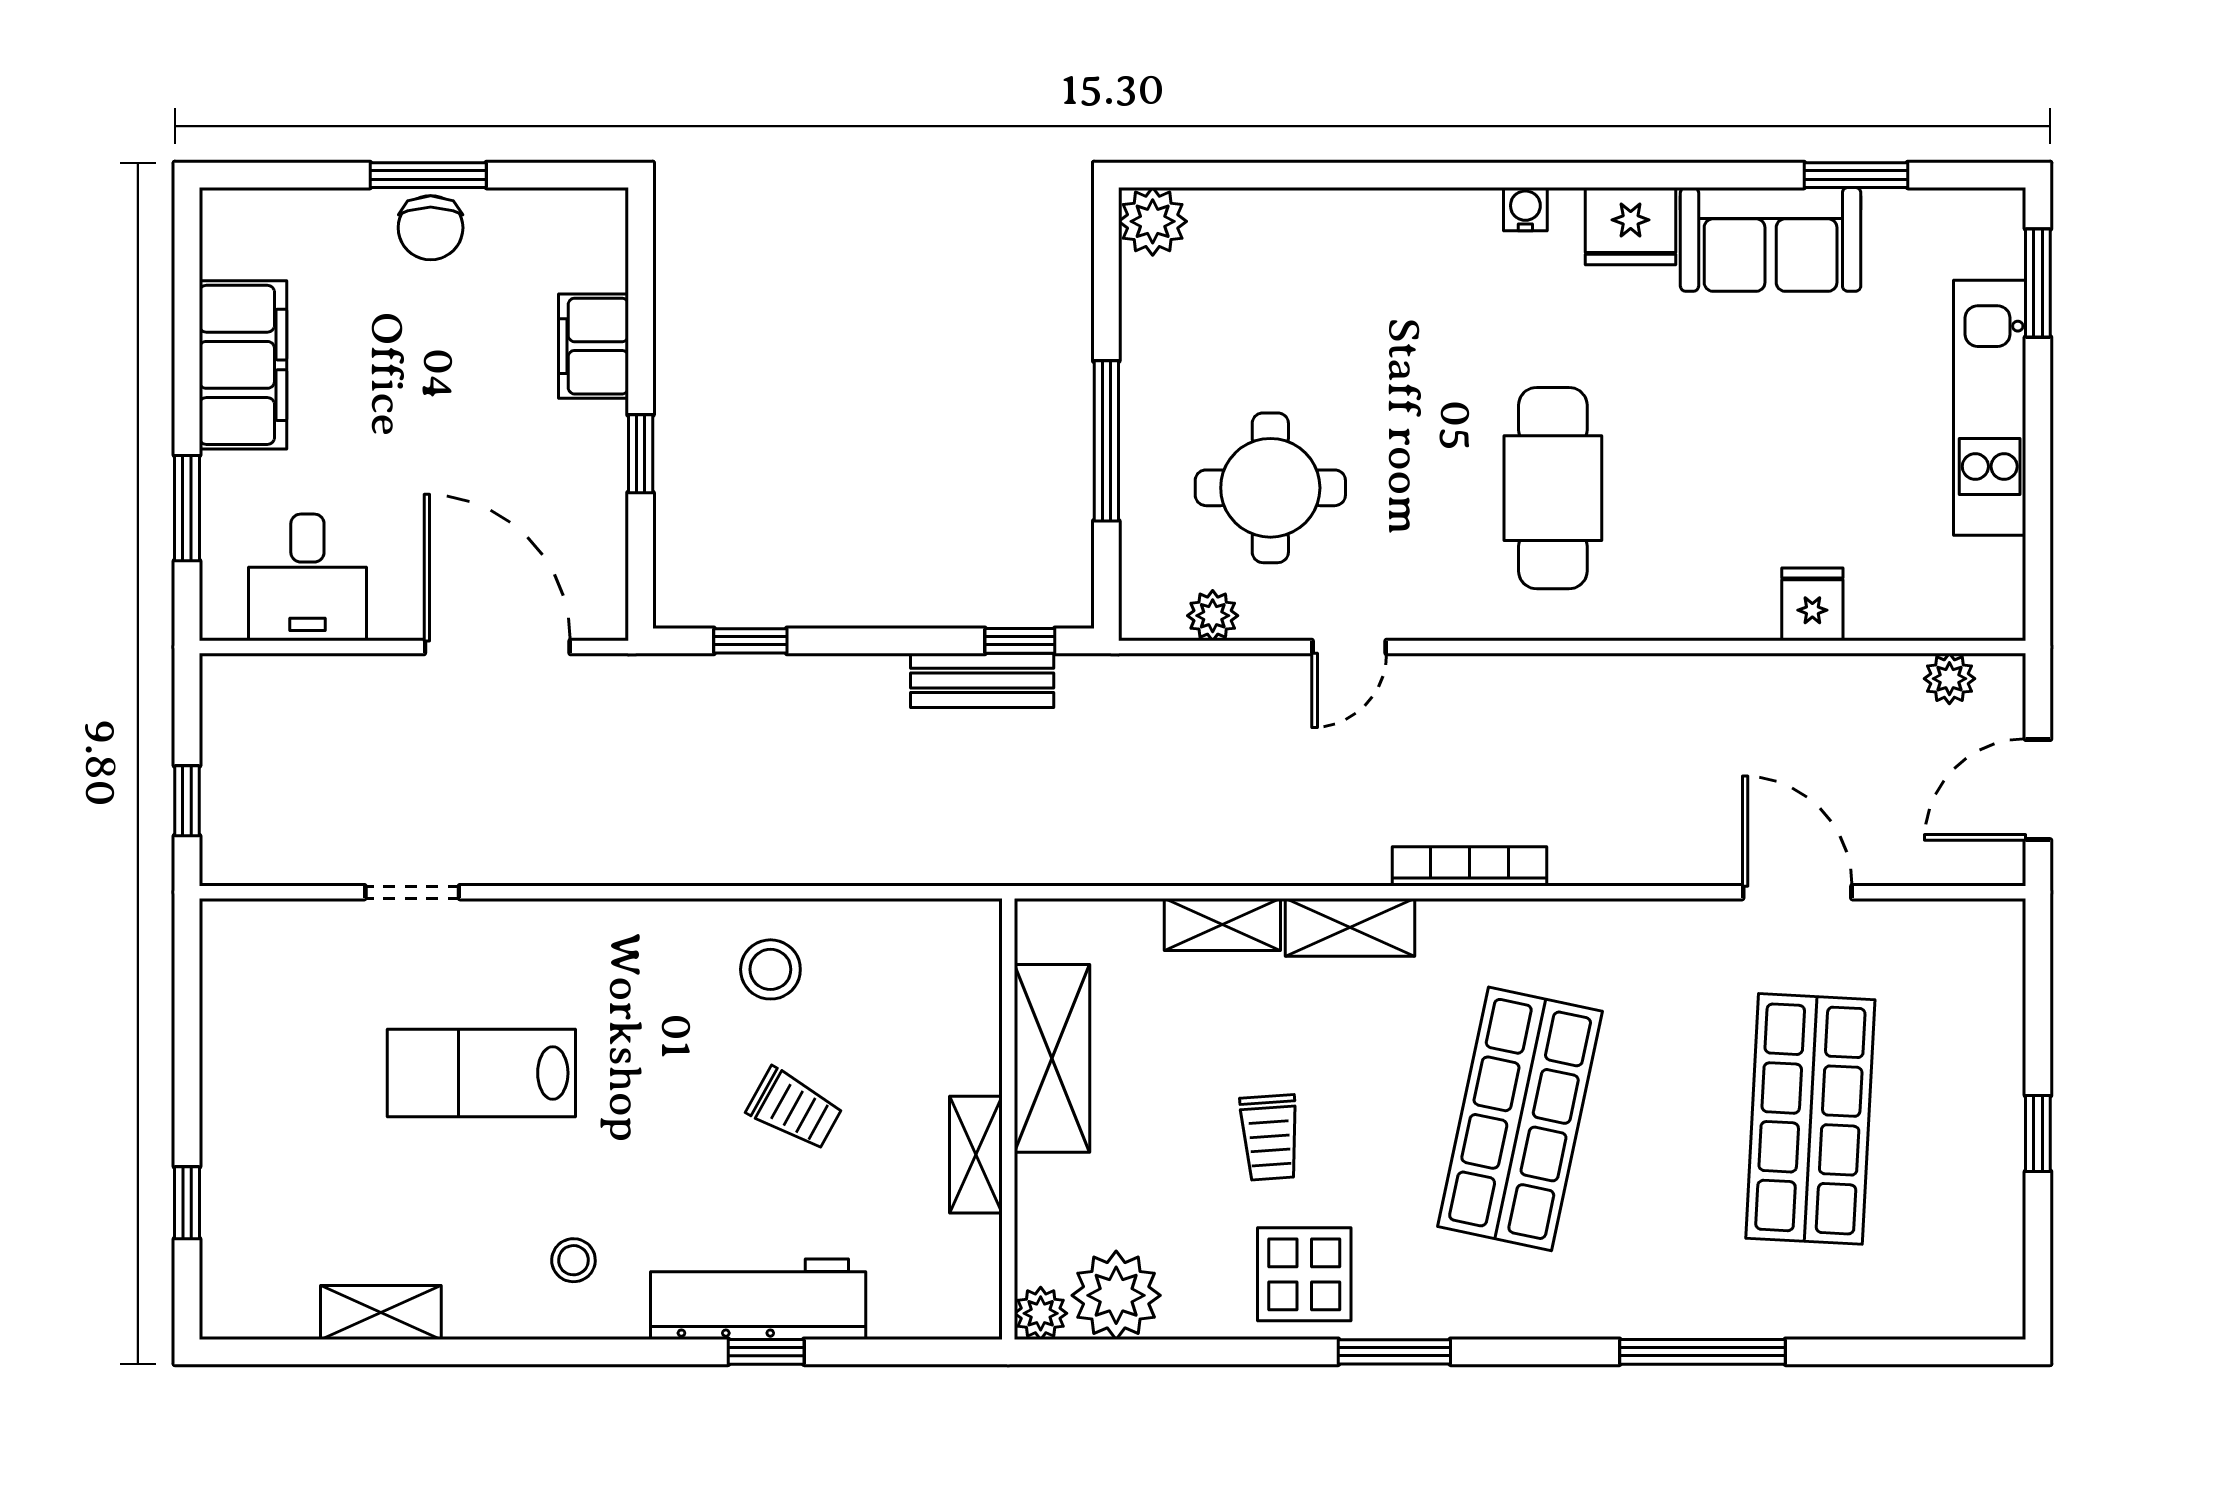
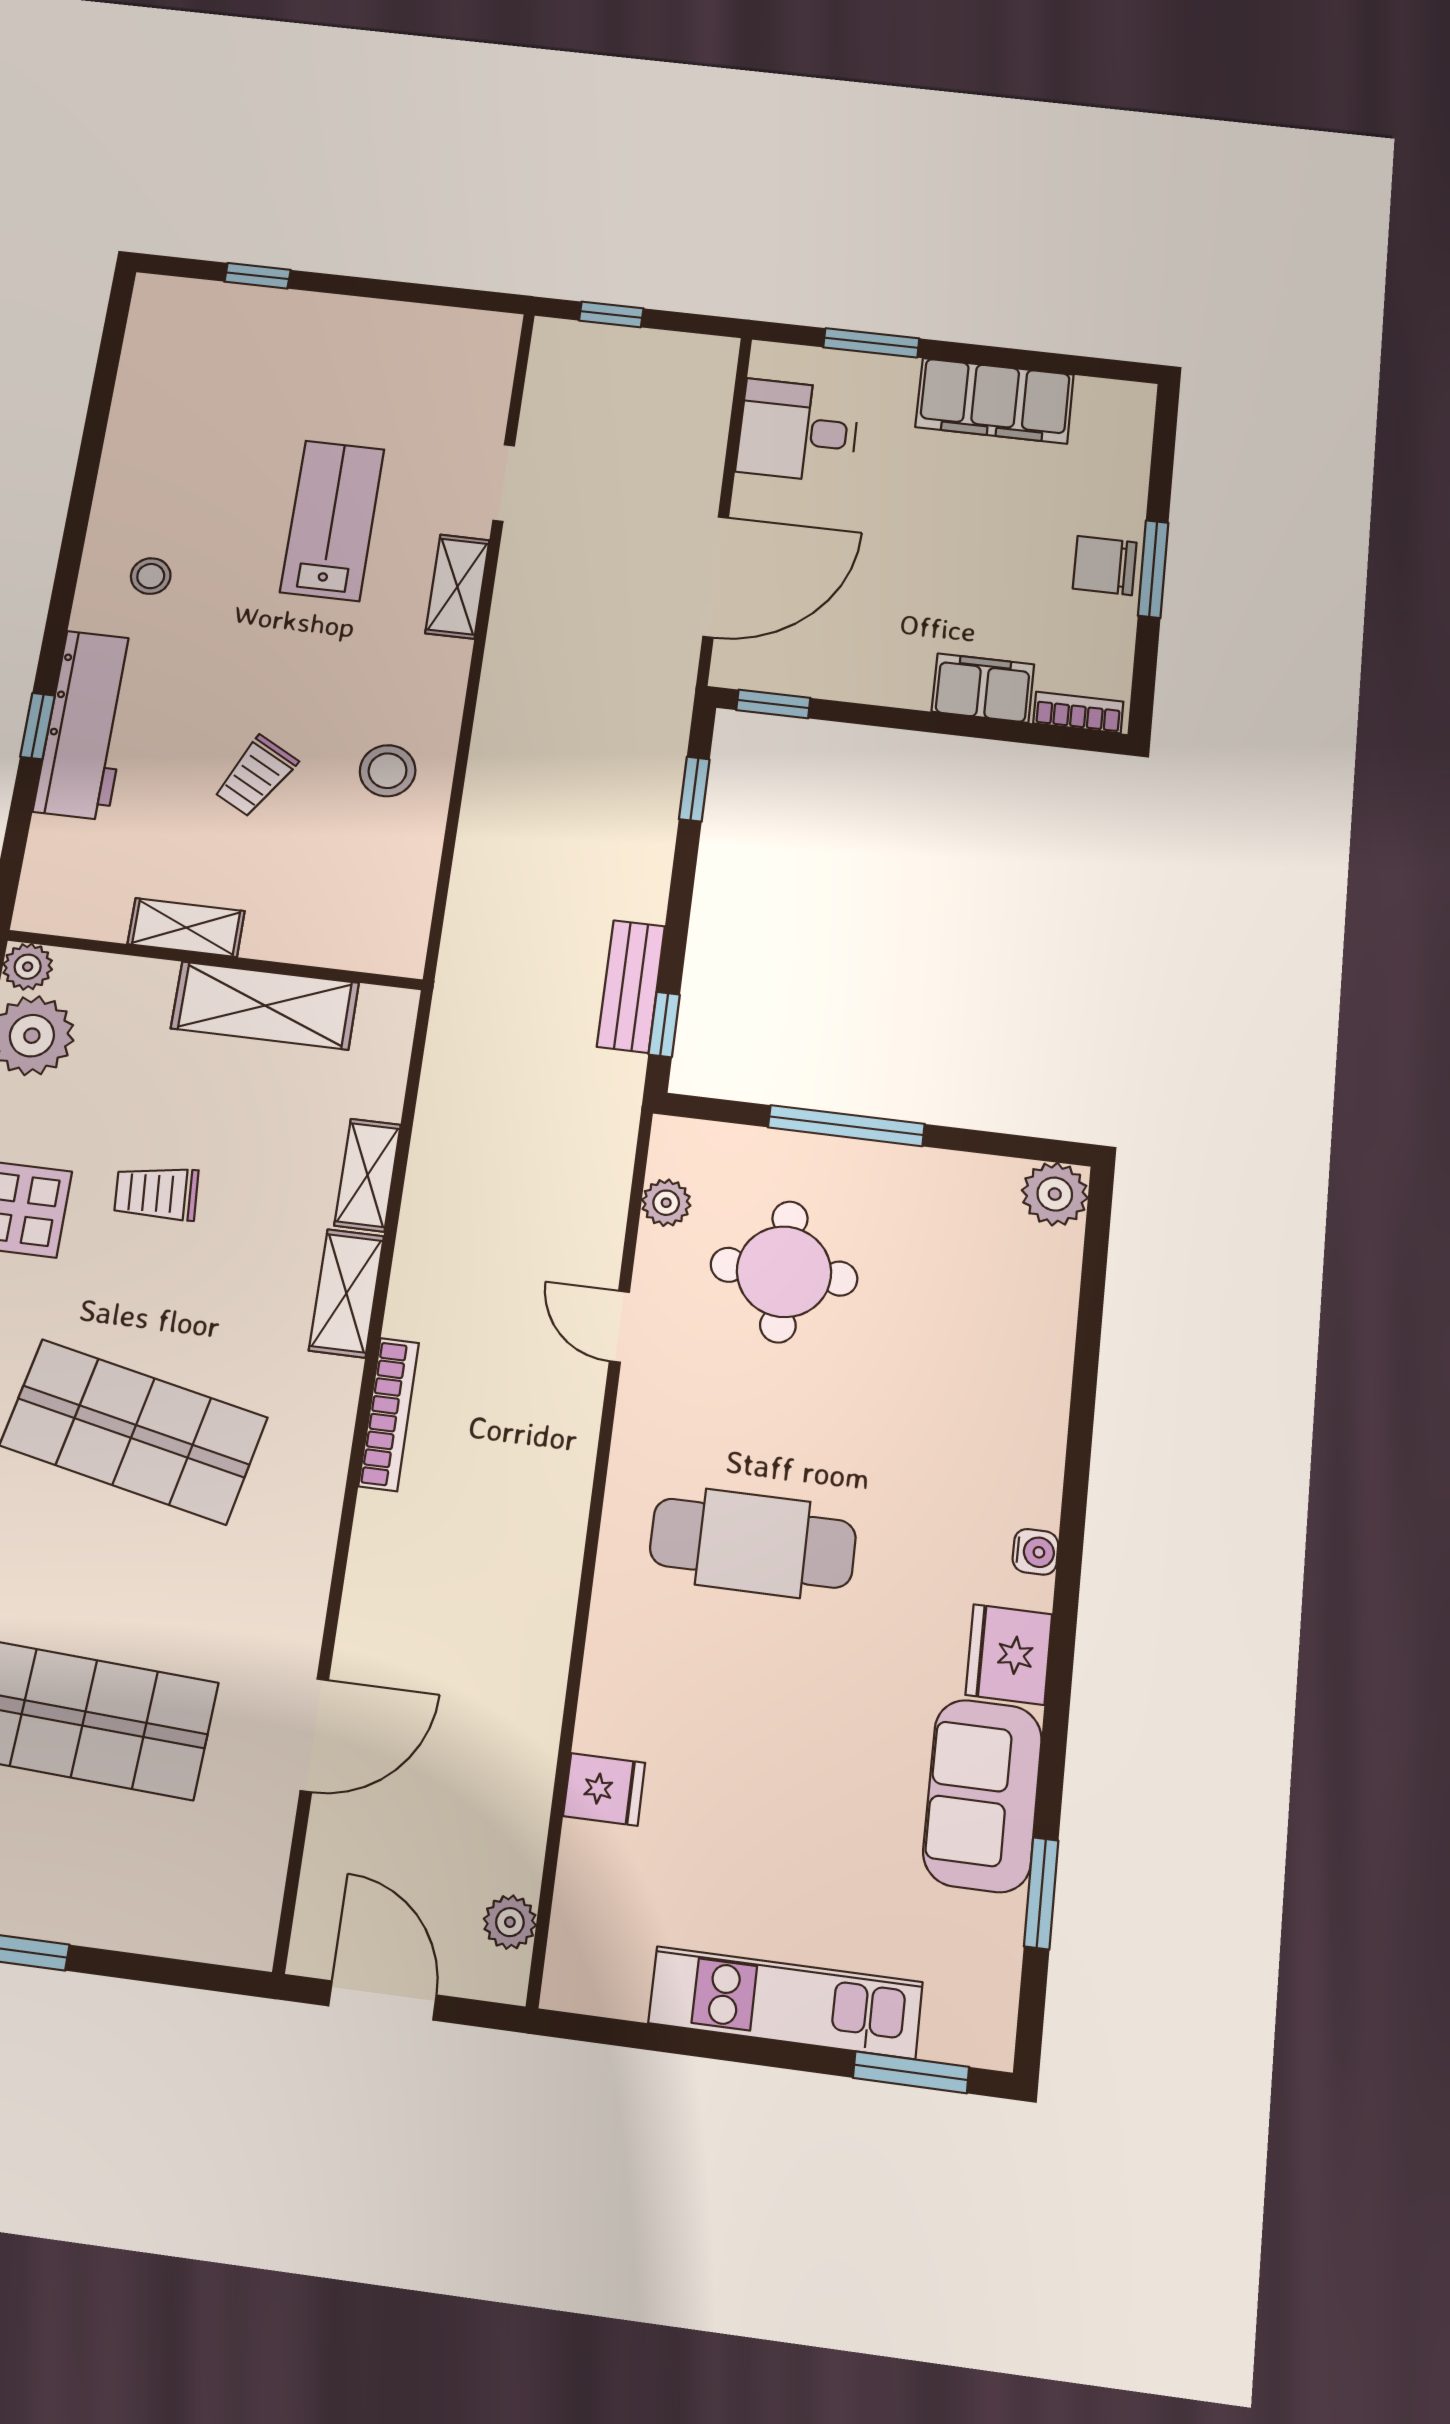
bookcase: (609, 242) -> (1078, 713), added
window: (641, 454) -> (773, 704), moved
shelving: (381, 1312) -> (457, 587), moved

